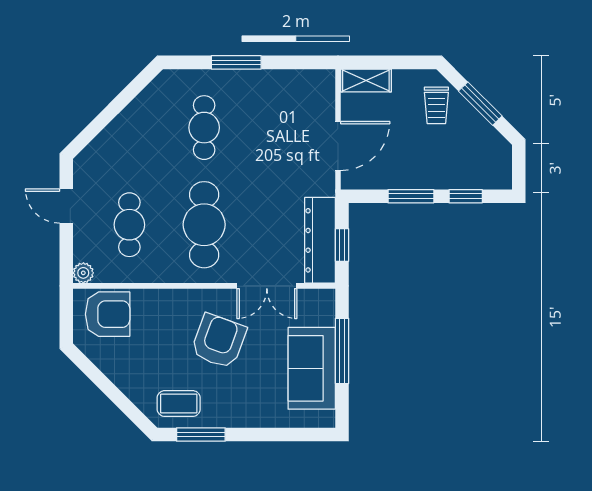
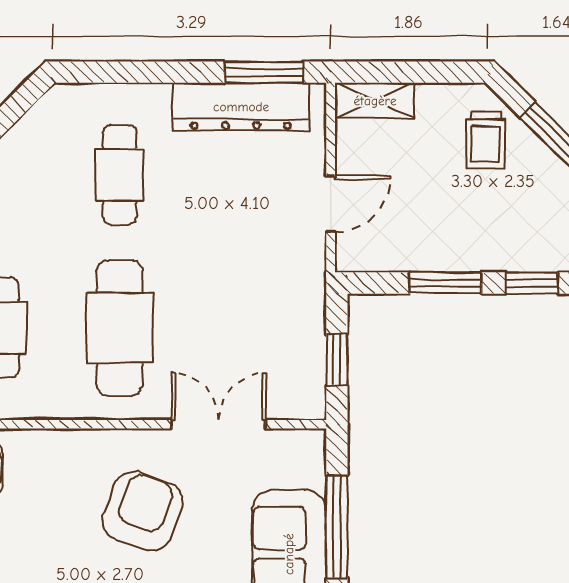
window: (236, 62) -> (264, 72), moved
door: (338, 146) -> (331, 204), width x0.73
dresser: (320, 240) -> (241, 107), moved, turned -90
double door: (267, 286) -> (219, 424), swing flipped

